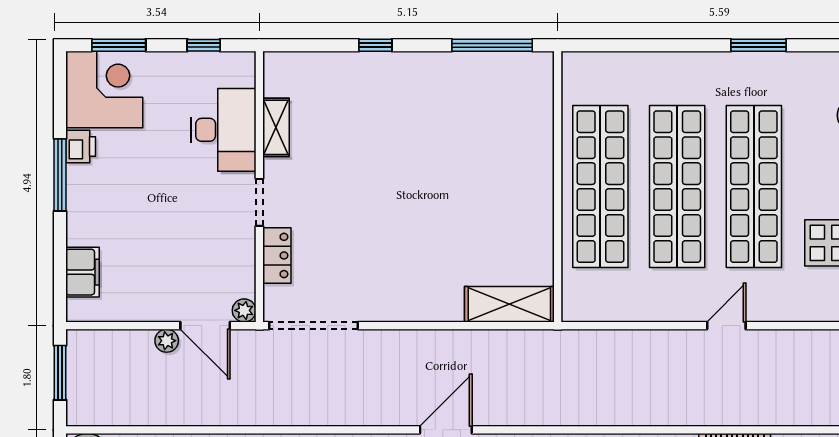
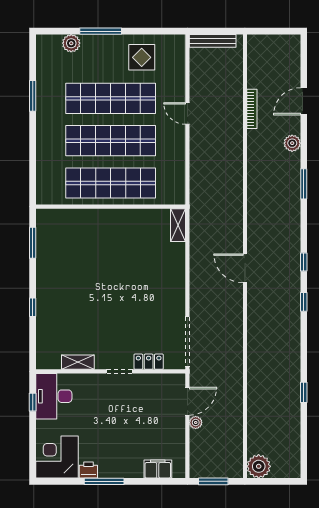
window: (119, 45) -> (33, 449), removed
window: (492, 45) -> (33, 243), width x0.69
desk: (223, 130) -> (54, 396), moved, turned -90
shelving: (509, 304) -> (178, 225), width x0.67, depth x0.75
plant: (244, 310) -> (179, 380), removed

